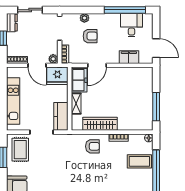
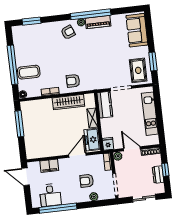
dresser: (12, 23) -> (158, 175), moved
fridge: (57, 76) -> (108, 144), width x0.53, depth x0.75

